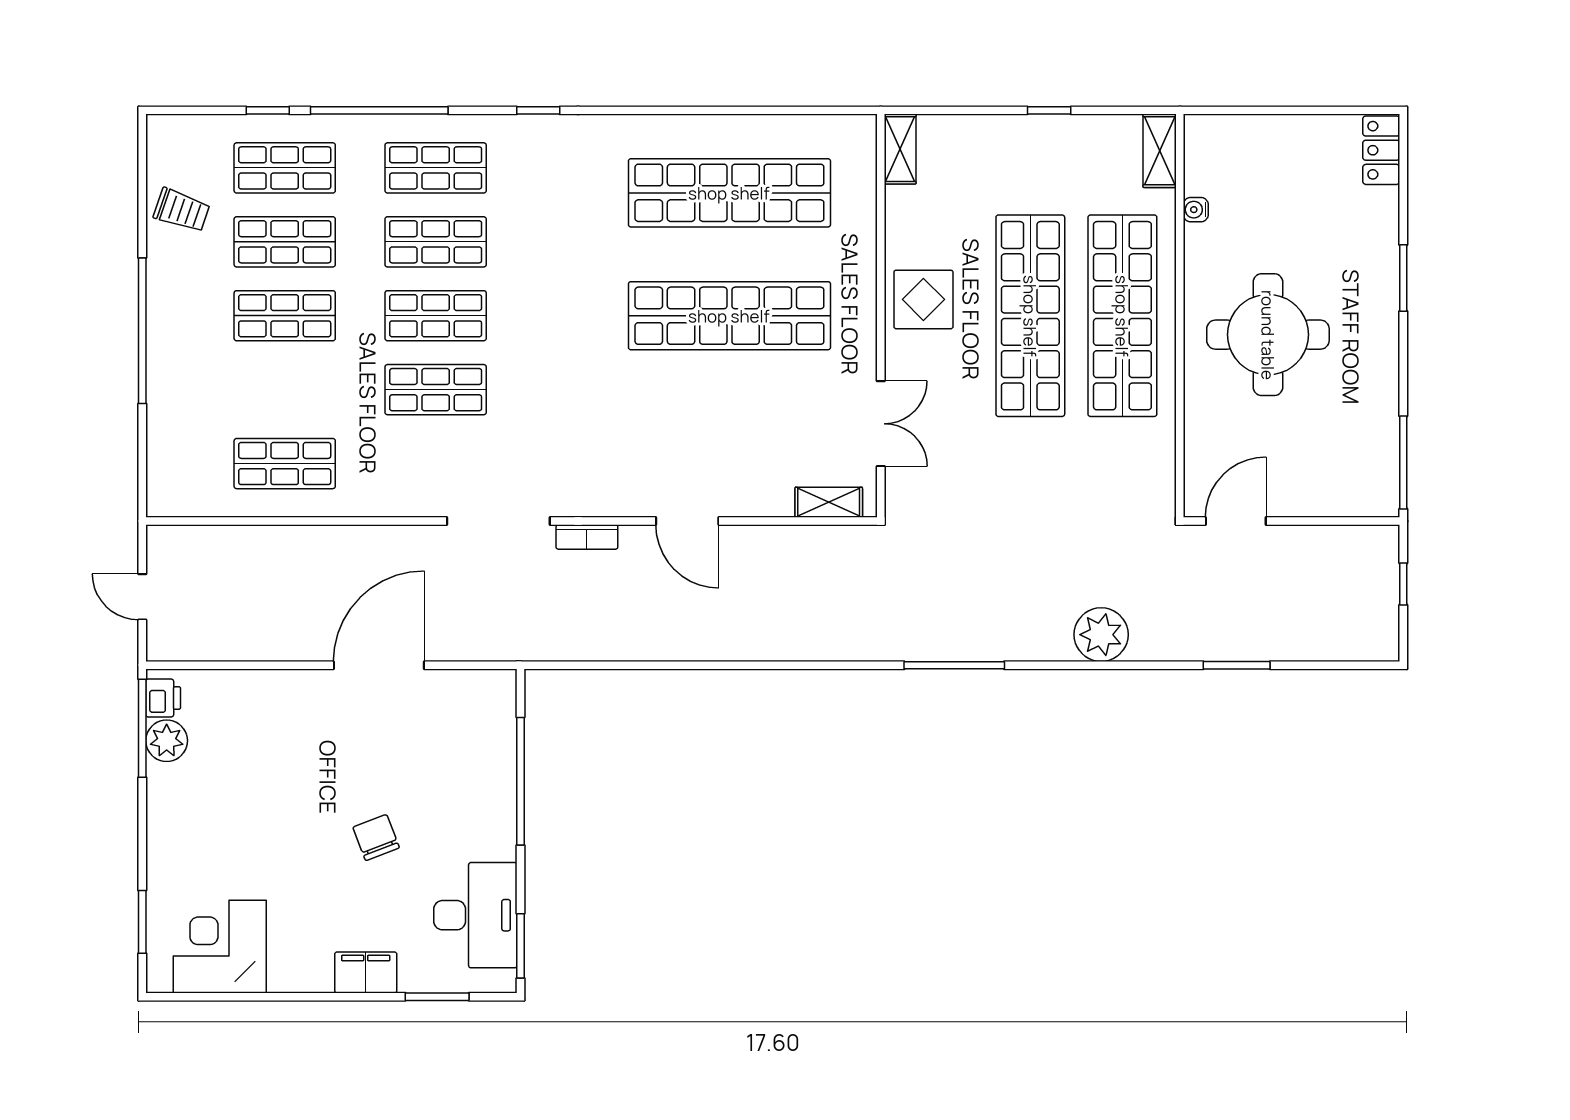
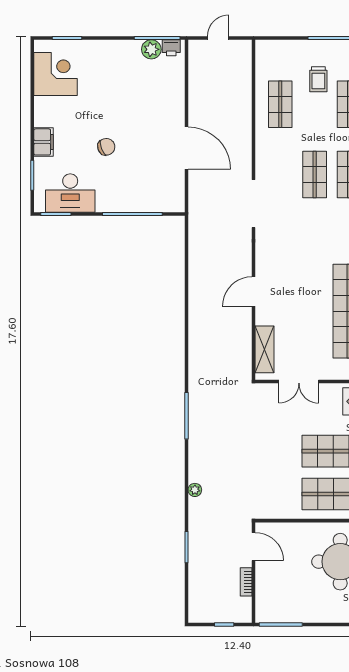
trolley: (231, 382) -> (318, 79), added
shelving: (829, 502) -> (265, 349), width x1.50, depth x1.33
bookcase: (587, 537) -> (246, 582), moved
plant: (1101, 635) -> (195, 490), width x0.53, depth x0.53

